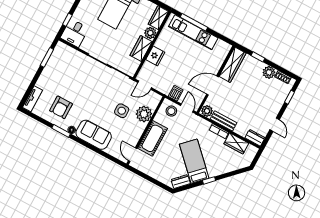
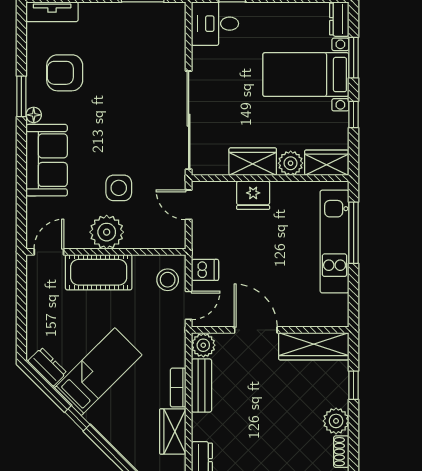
plant: (144, 114) -> (107, 232), moved

